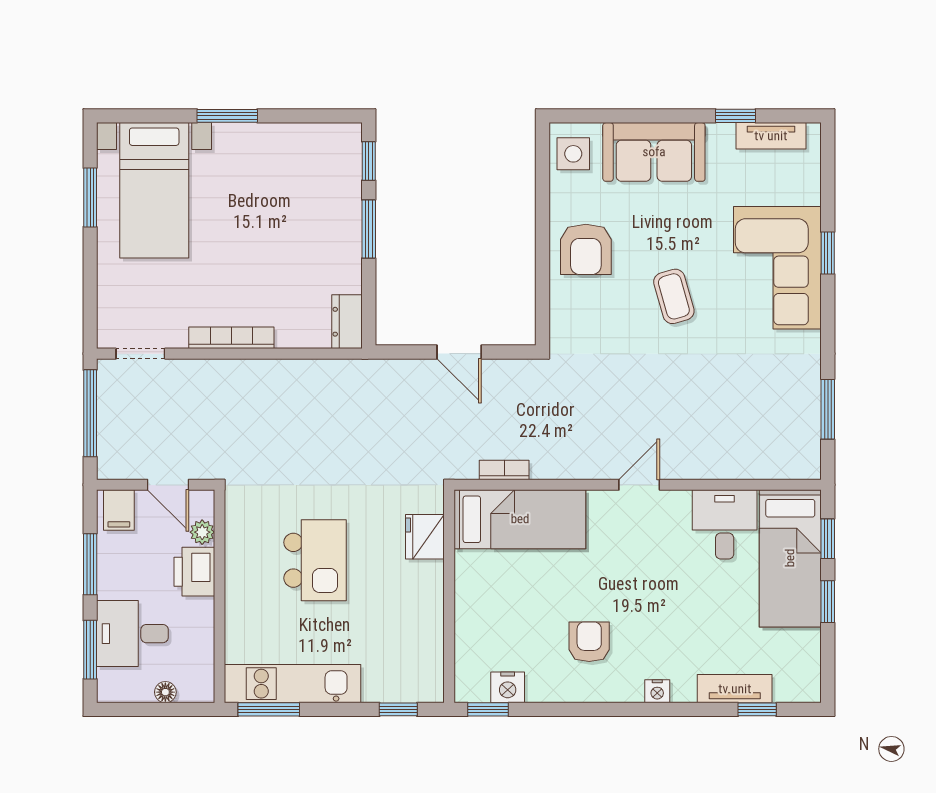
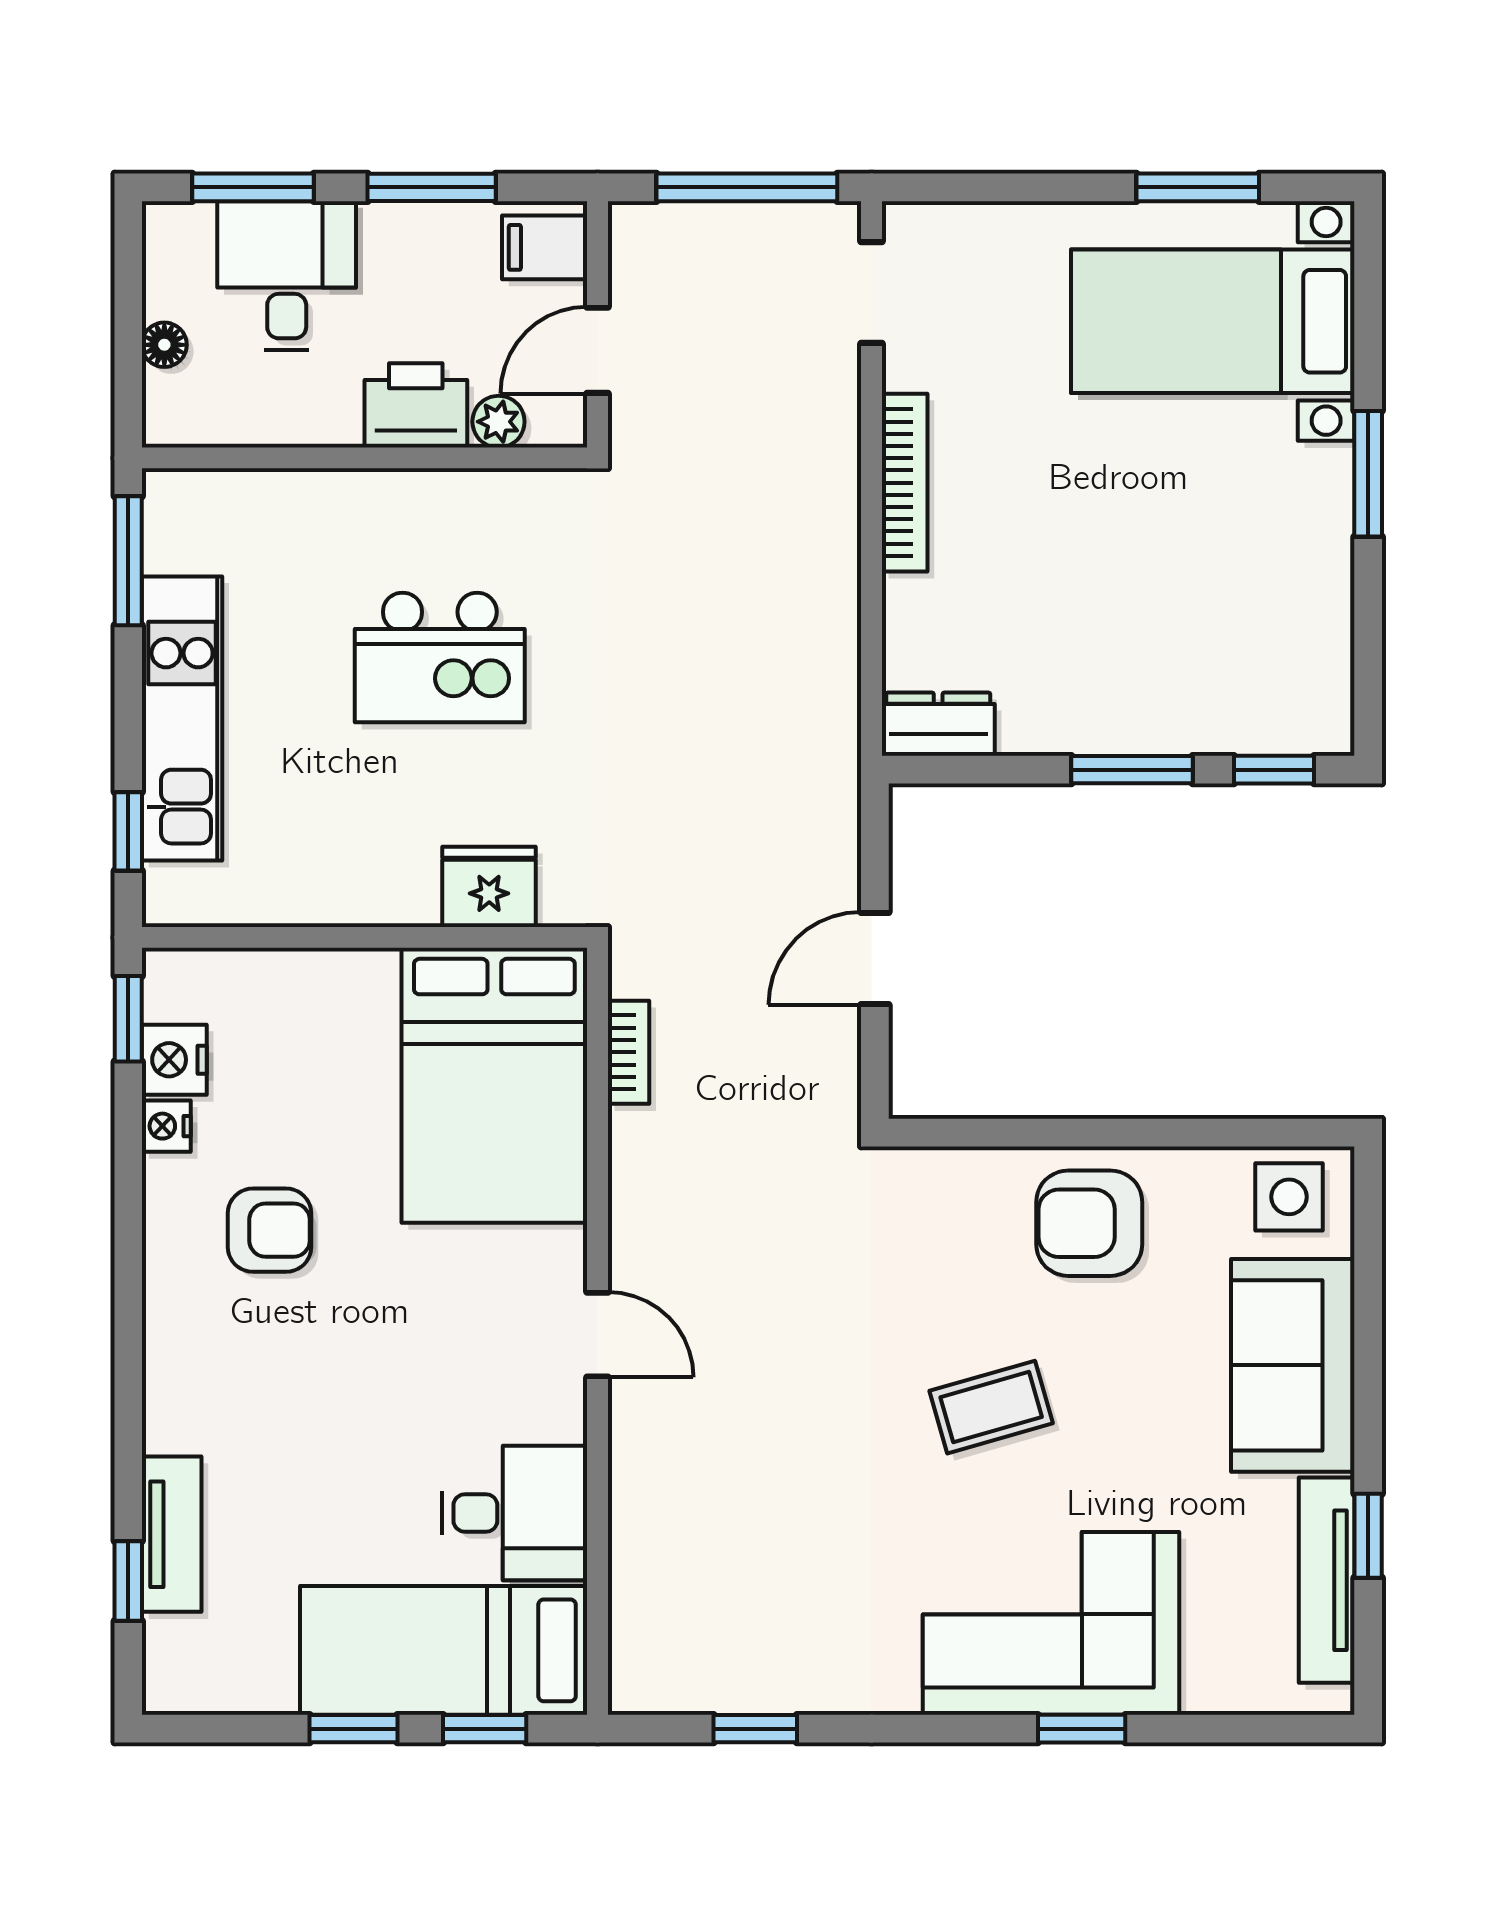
tv unit: (771, 136) -> (1327, 1580), width x1.41
window: (828, 409) -> (755, 1729), width x0.67
bed: (520, 519) -> (494, 1085), width x1.50
kitchen unit: (293, 684) -> (182, 718), moved
nightstand: (657, 691) -> (166, 1126), moved

